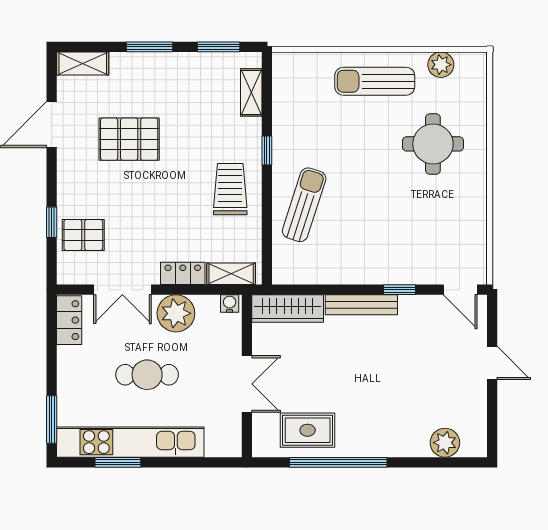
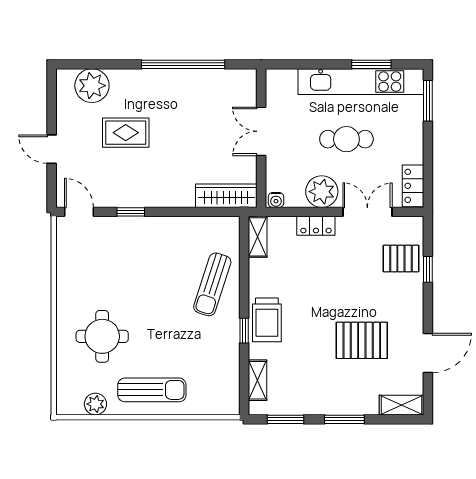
trolley: (230, 189) -> (267, 320), moved
shelving: (231, 274) -> (258, 237), moved, turned 90
bench: (361, 305) -> (163, 199), removed
rug: (308, 430) -> (126, 133), moved
plant: (445, 443) -> (92, 86), width x1.36, depth x1.36

